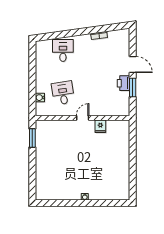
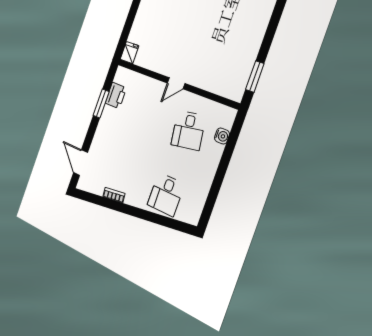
door: (133, 65) -> (81, 163), moved
printer: (123, 83) -> (116, 95), moved
fridge: (100, 126) -> (130, 53), moved

